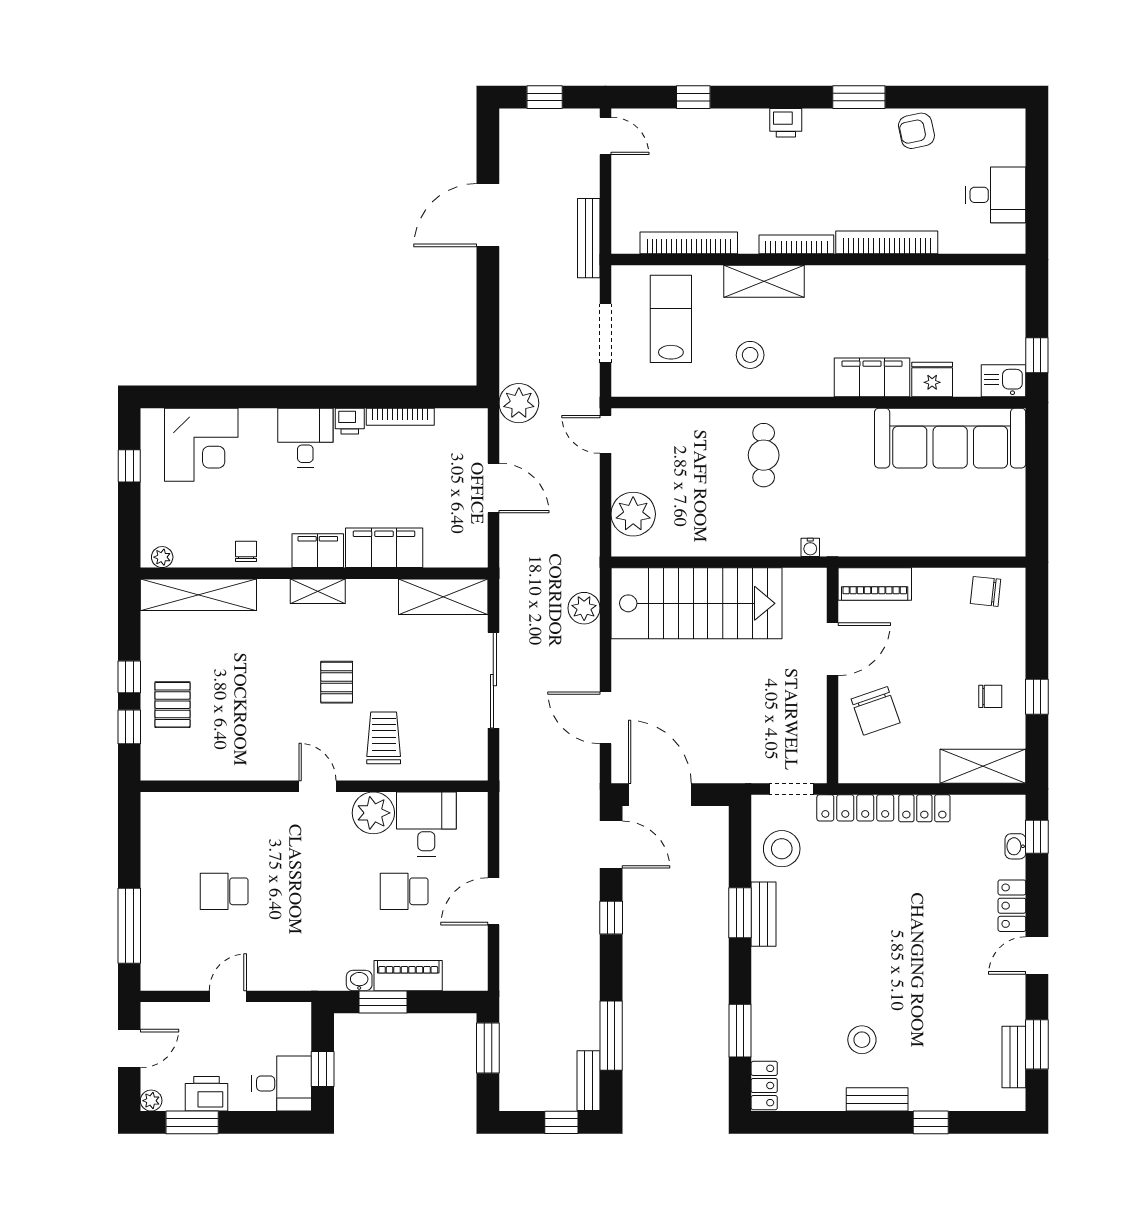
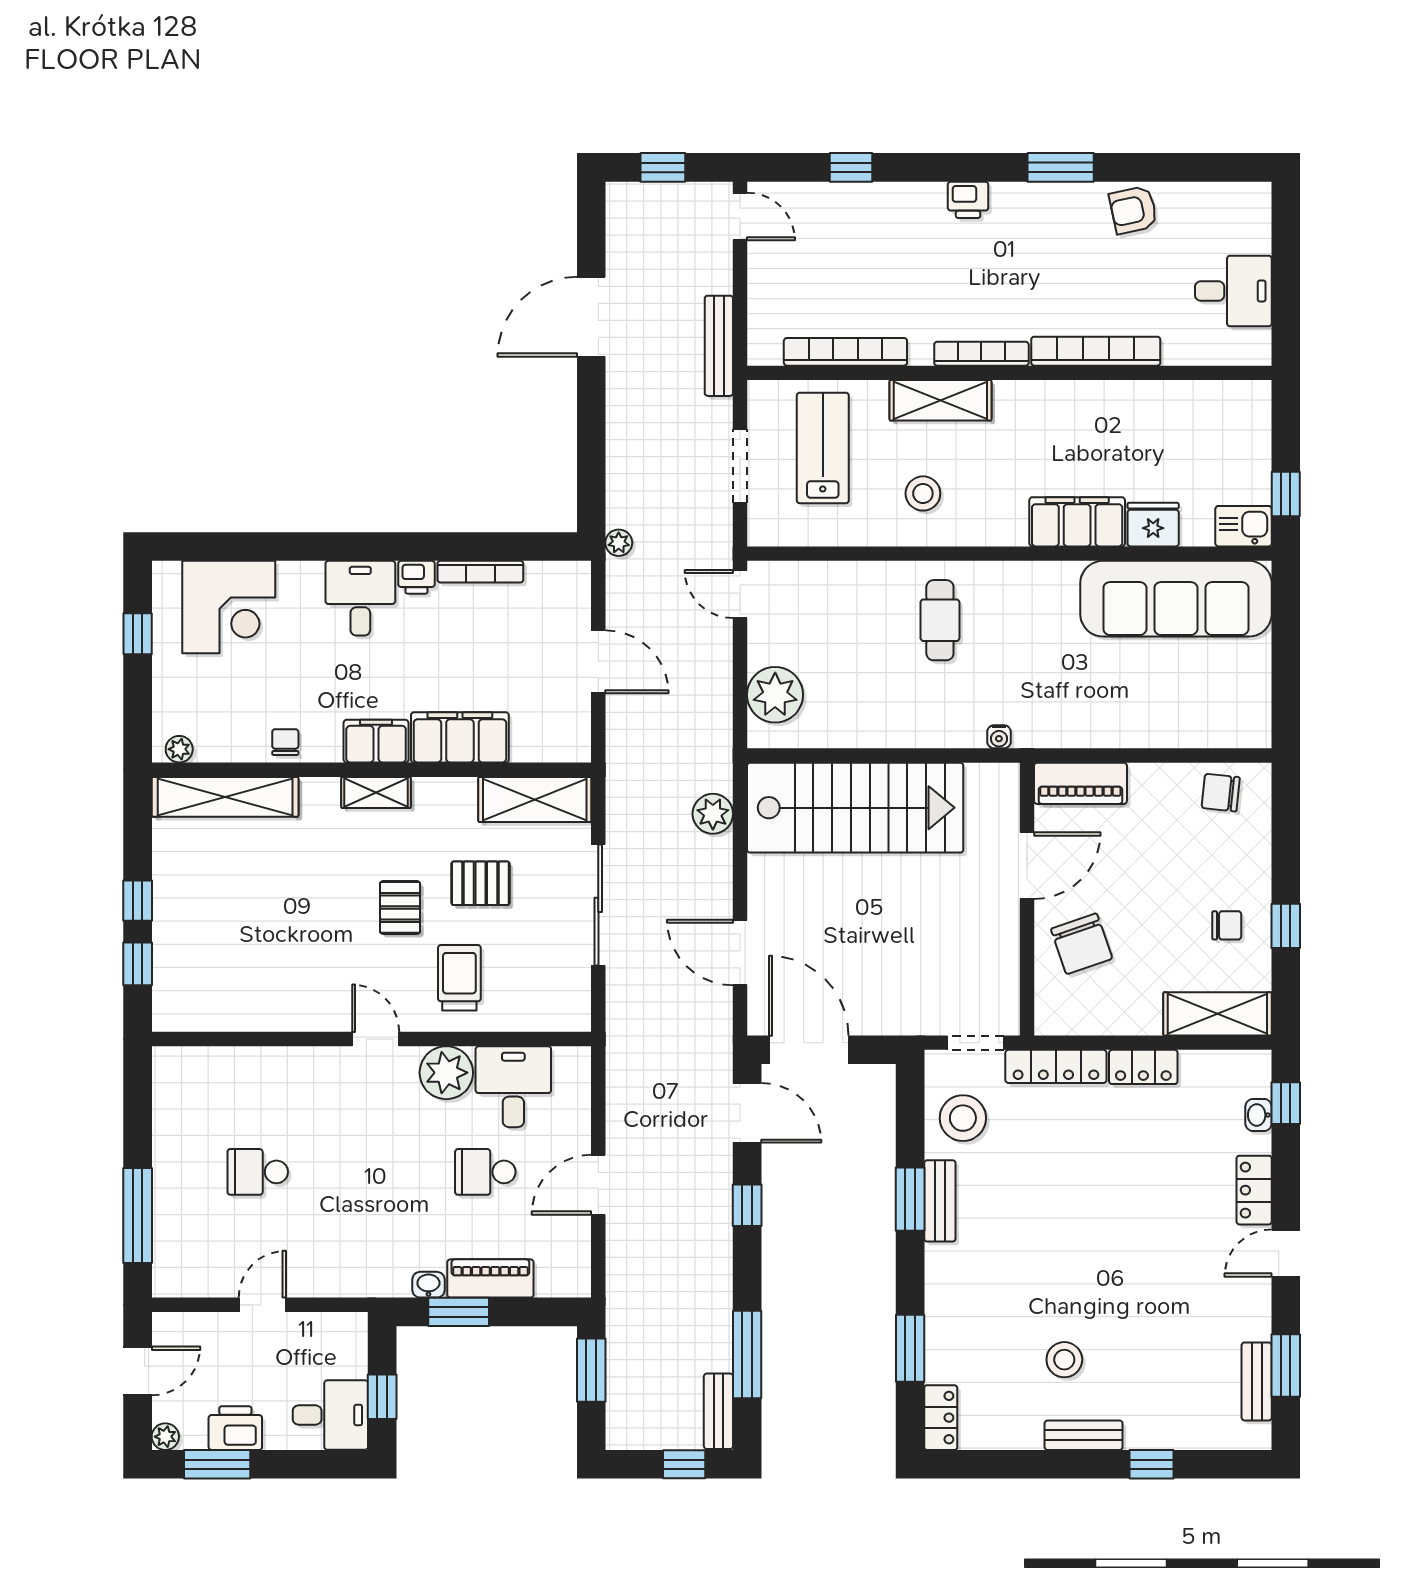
plant: (519, 403) -> (619, 543), width x0.53, depth x0.53
pallet: (172, 705) -> (480, 883), moved, turned 90

